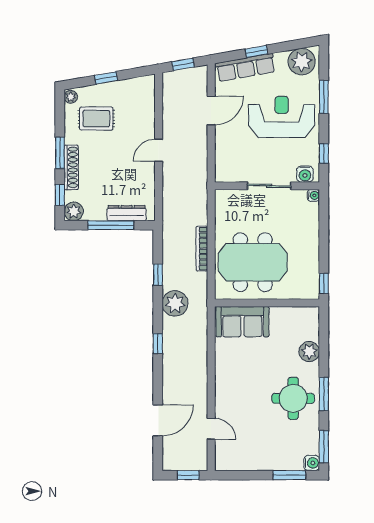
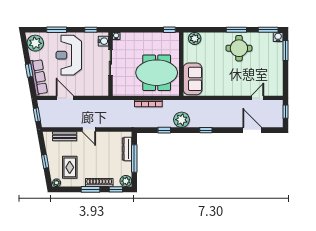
bench: (148, 110) -> (65, 136), added
meeting table: (253, 262) -> (157, 73), turned 90
plant: (309, 352) -> (195, 38), moved

